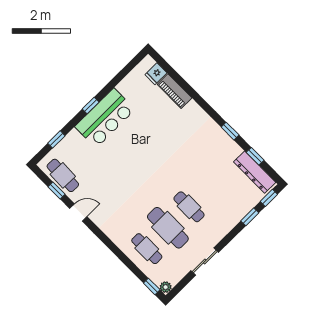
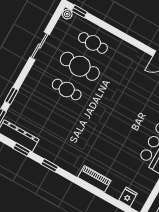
piano: (175, 91) -> (94, 179), moved

